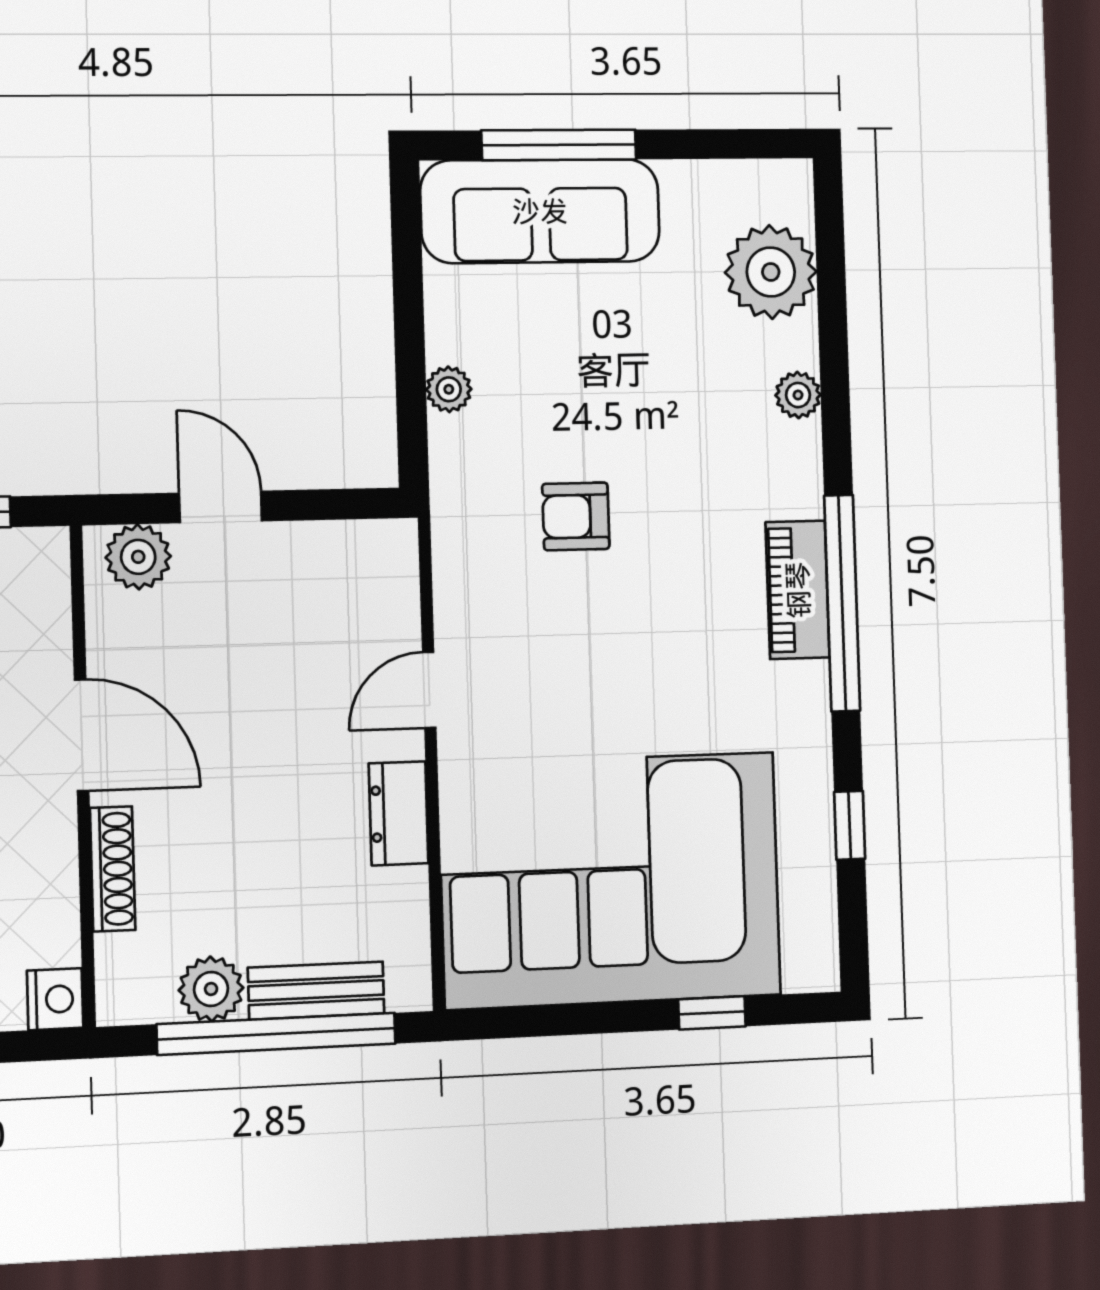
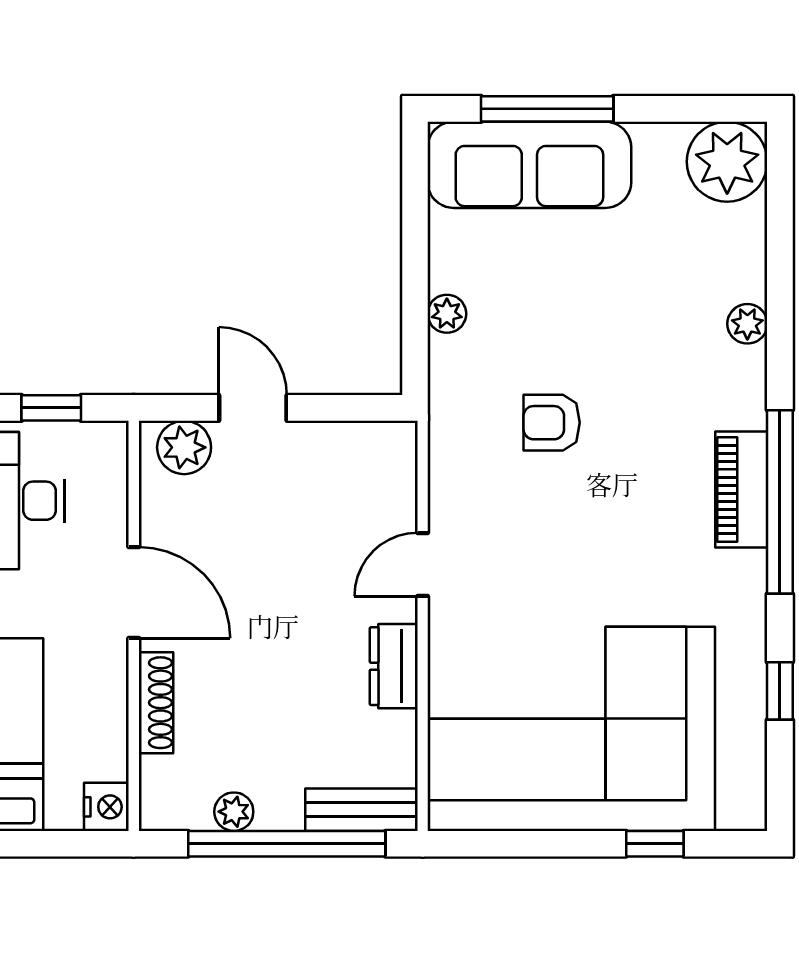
plant: (771, 272) -> (727, 162), moved
plant: (211, 989) -> (234, 812), width x0.73, depth x0.73
bench: (316, 991) -> (361, 810), moved

